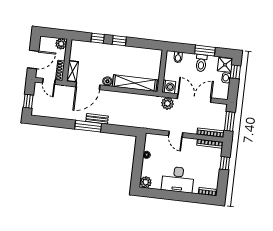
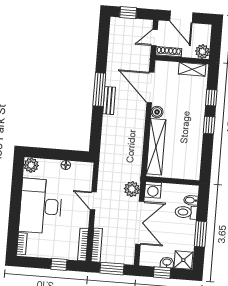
toilet: (201, 63) -> (186, 212), moved
shelving: (73, 71) -> (192, 69), moved
window: (235, 72) -> (162, 273), moved
door: (176, 134) -> (93, 201), hinge flipped
desk: (178, 179) -> (41, 206), width x1.36, depth x1.30

